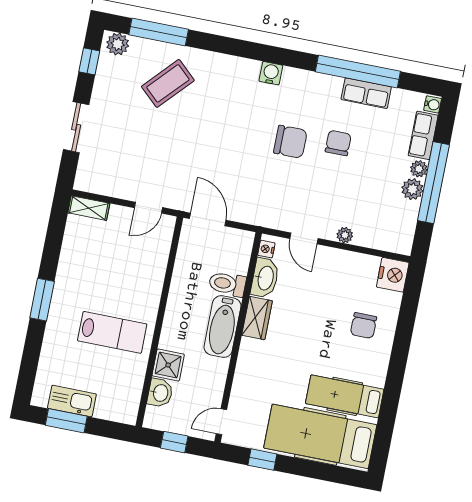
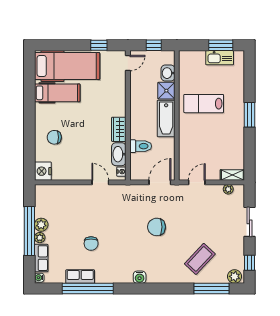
chair: (290, 142) -> (157, 227), moved
door: (208, 219) -> (160, 182), swing flipped
plant: (345, 235) -> (228, 189), moved
chair: (364, 326) -> (54, 137), turned -90
bathtub: (222, 327) -> (166, 119), moved, turned 180

